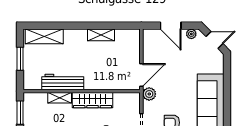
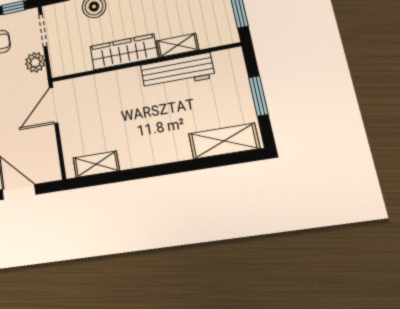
shelving: (101, 35) -> (96, 164), moved
plant: (149, 94) -> (35, 62), moved

